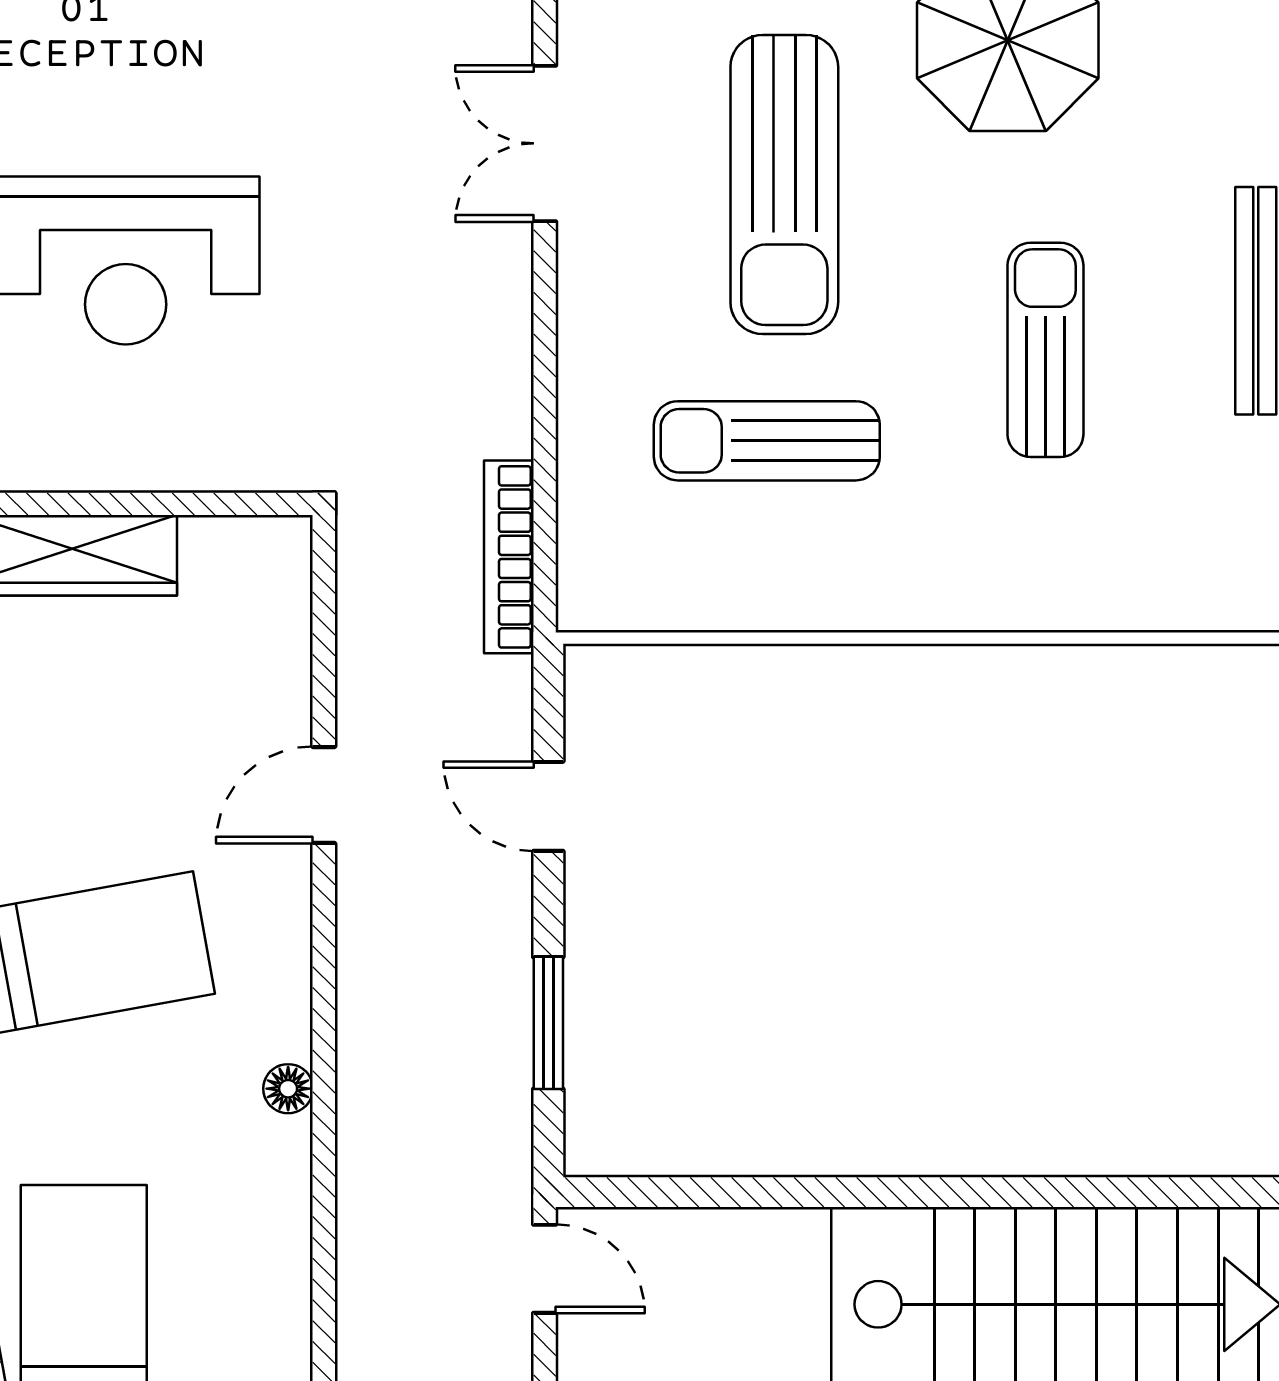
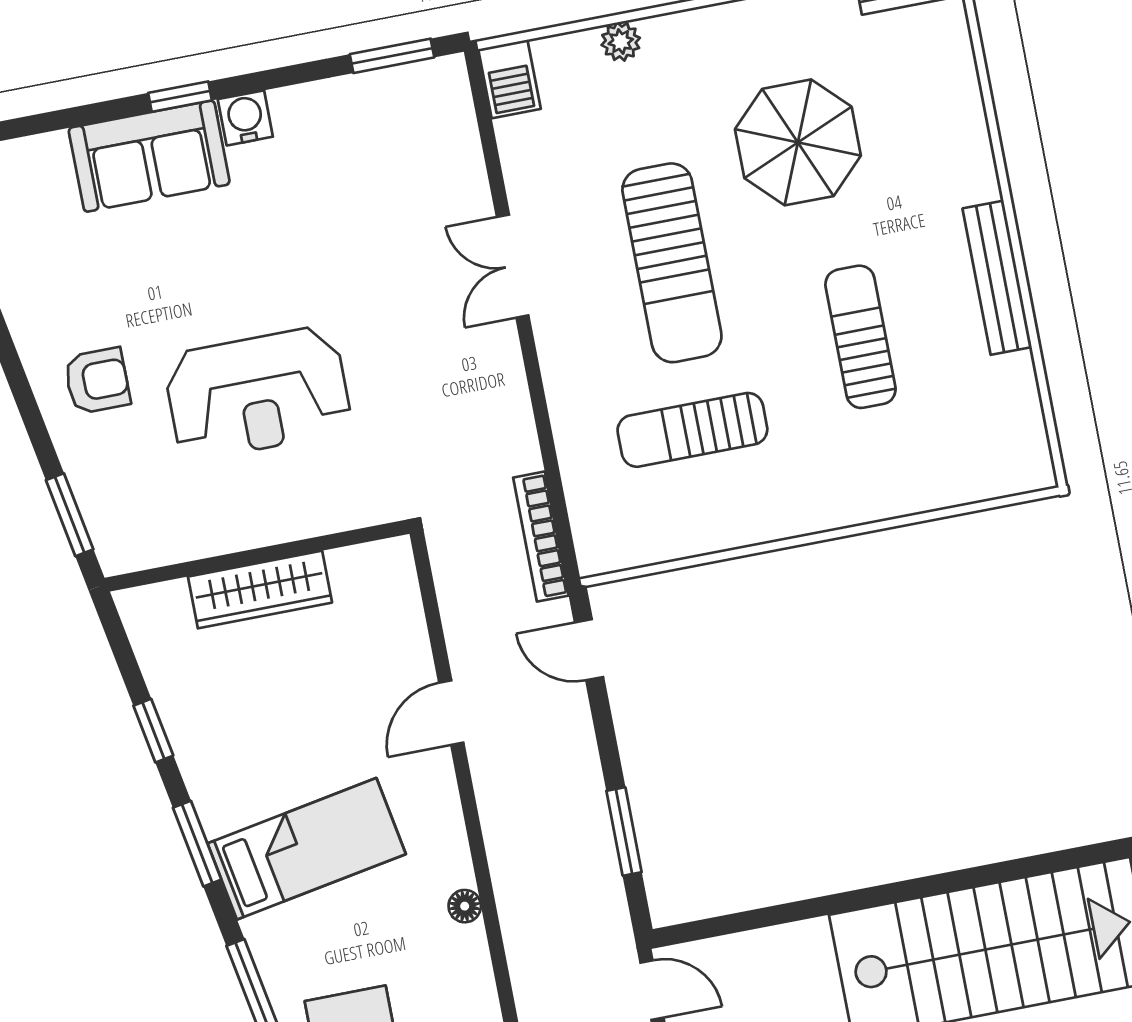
door: (548, 806) -> (589, 650), moved

